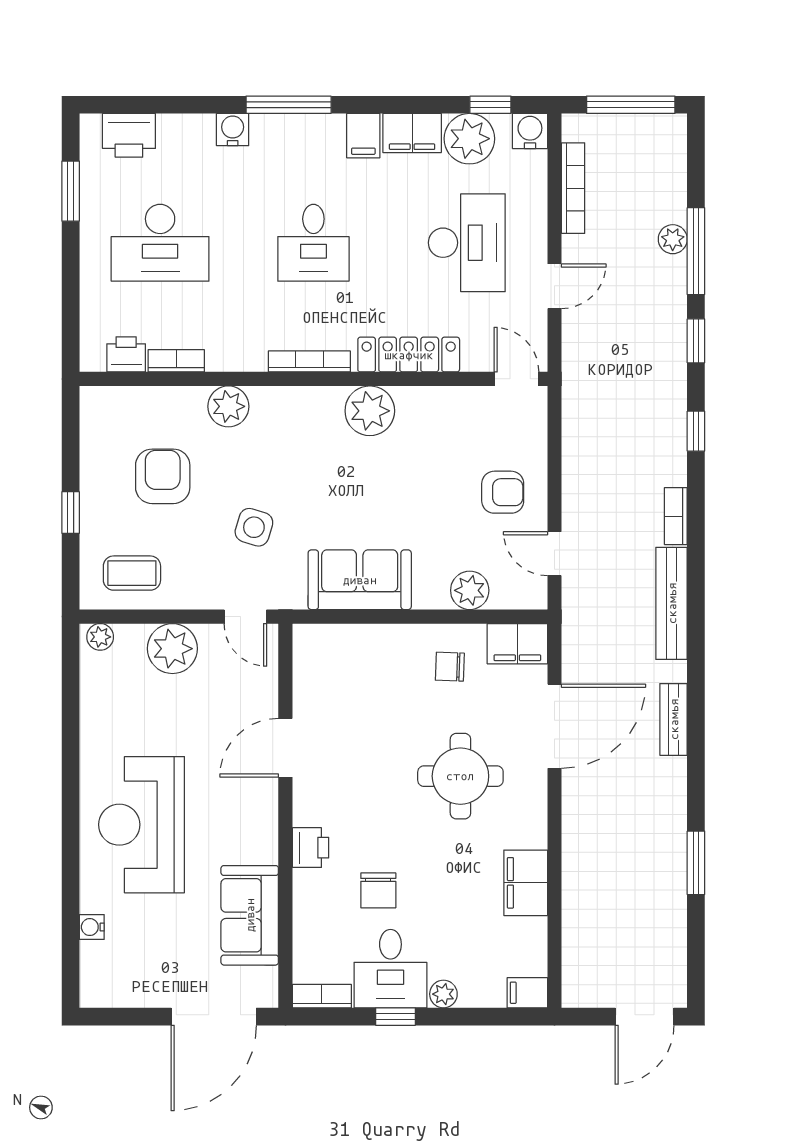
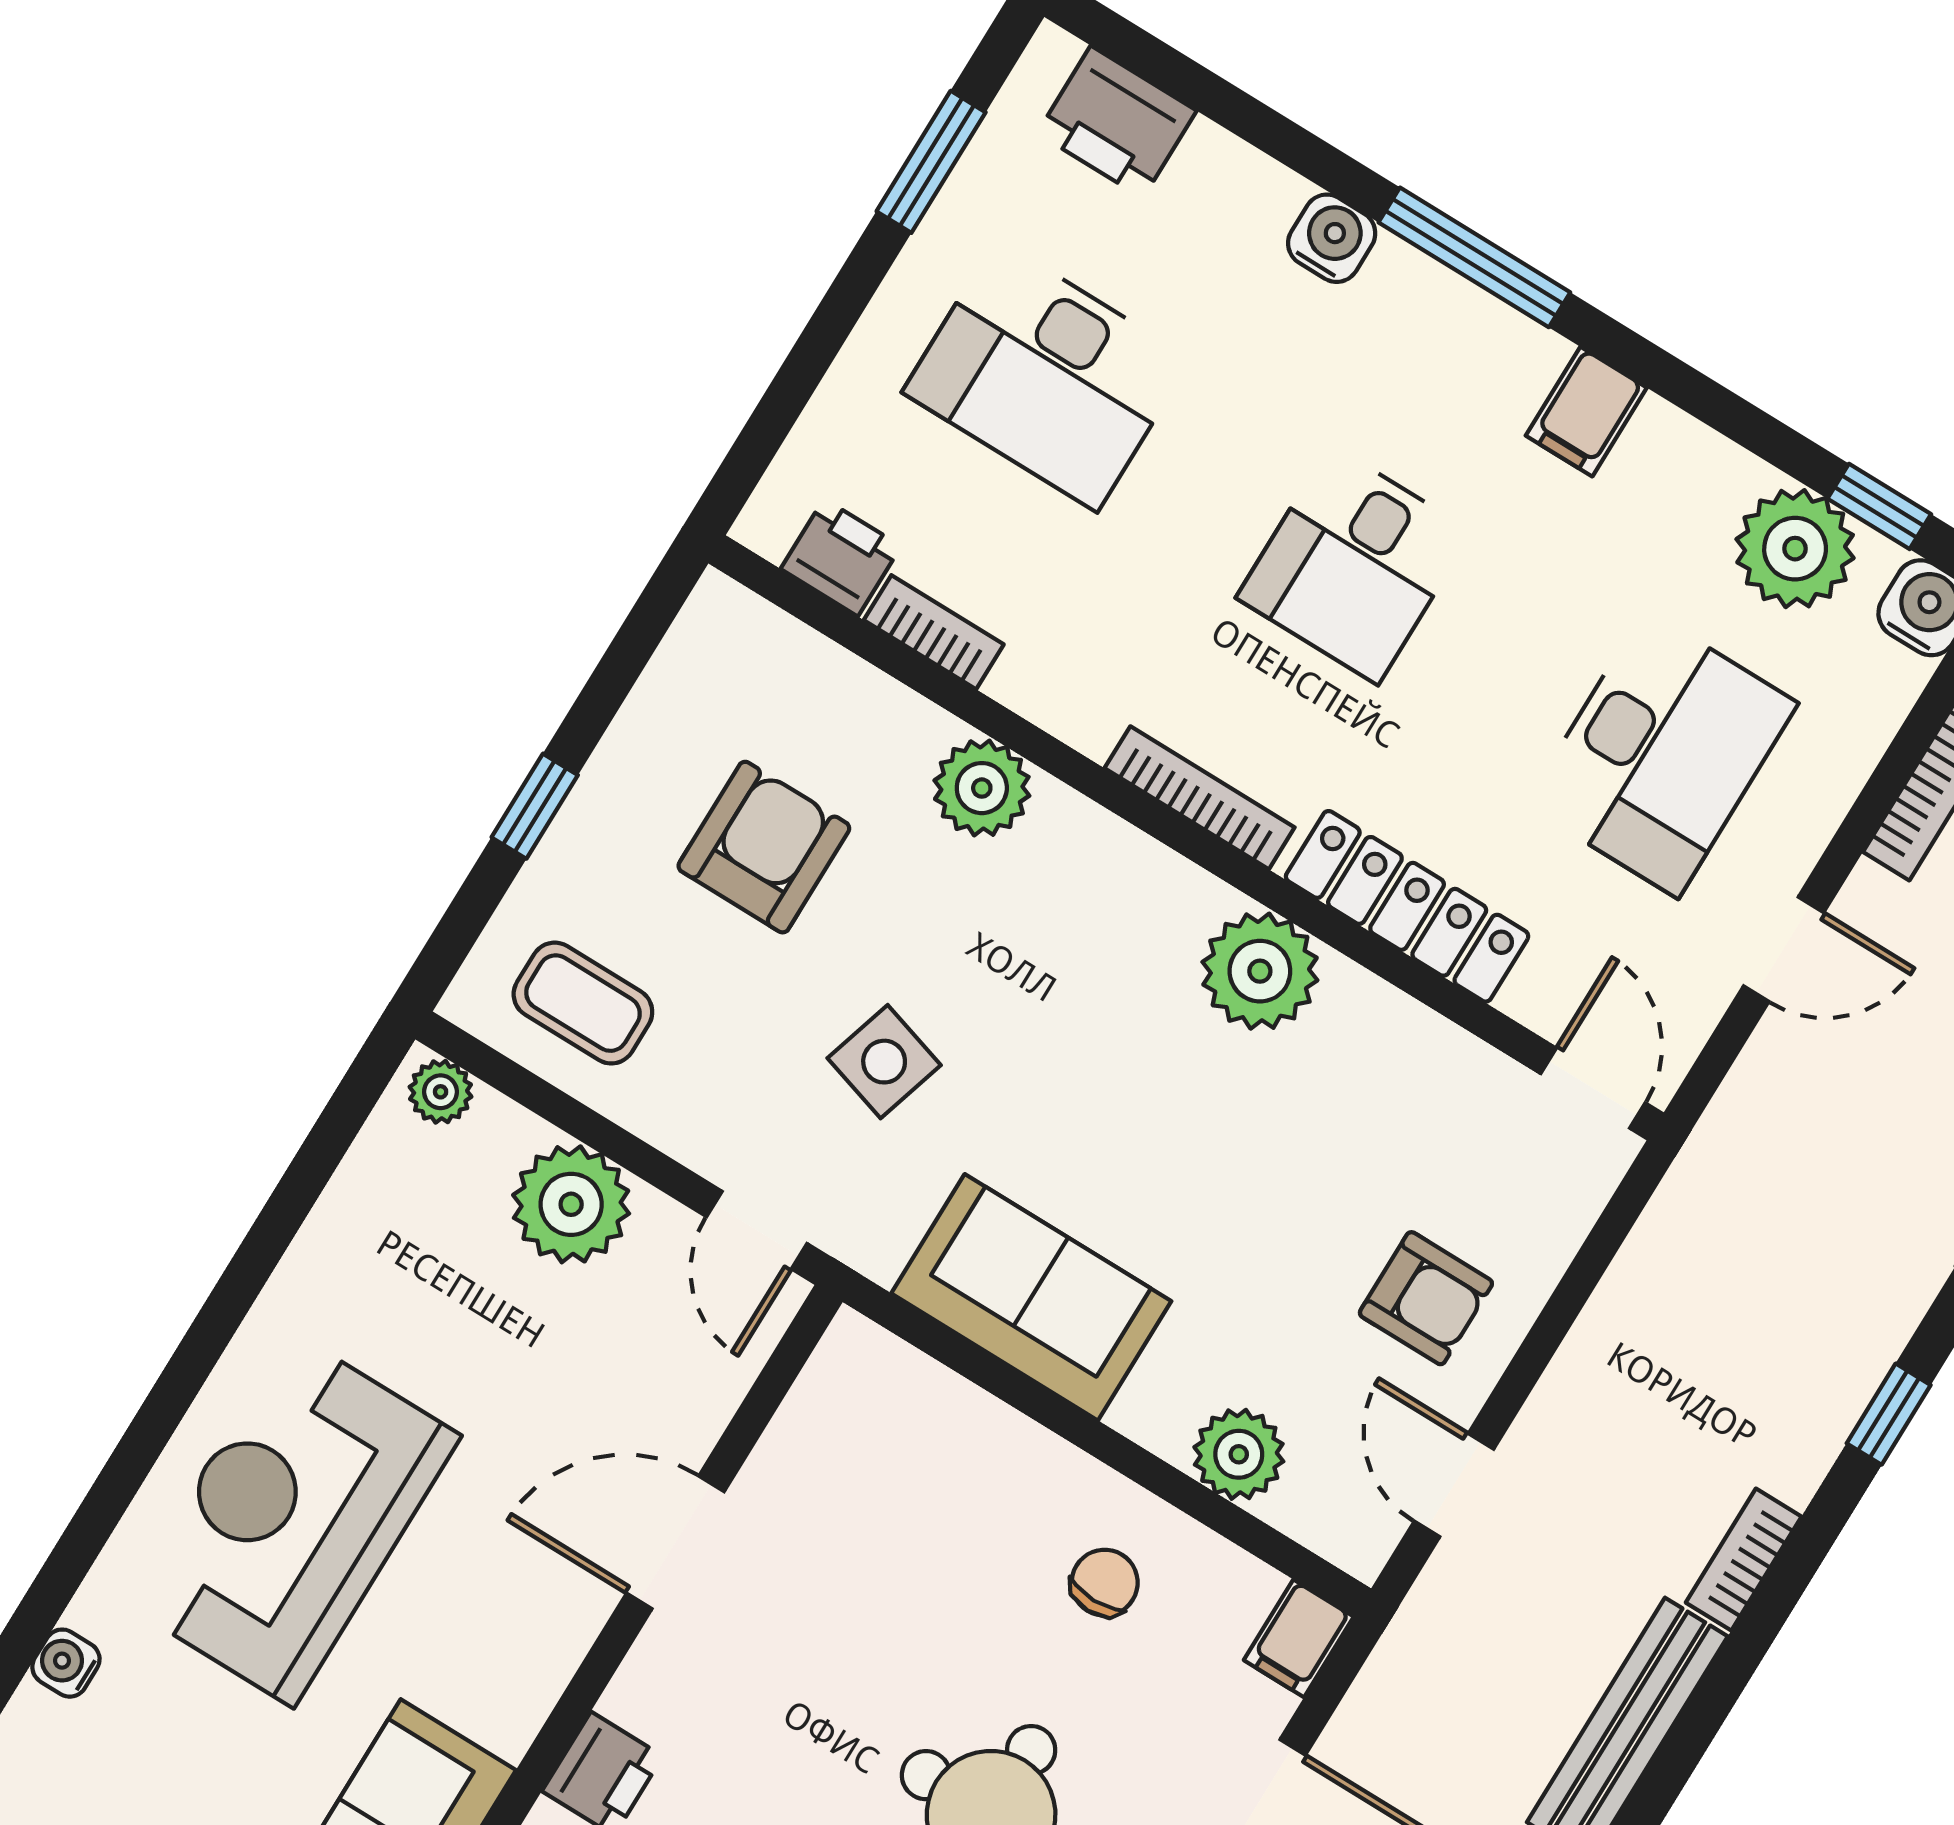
filing cabinet: (412, 133) -> (1687, 466), removed
filing cabinet: (517, 644) -> (1299, 1638), width x0.50
chair: (450, 667) -> (1105, 1583), turned 88

